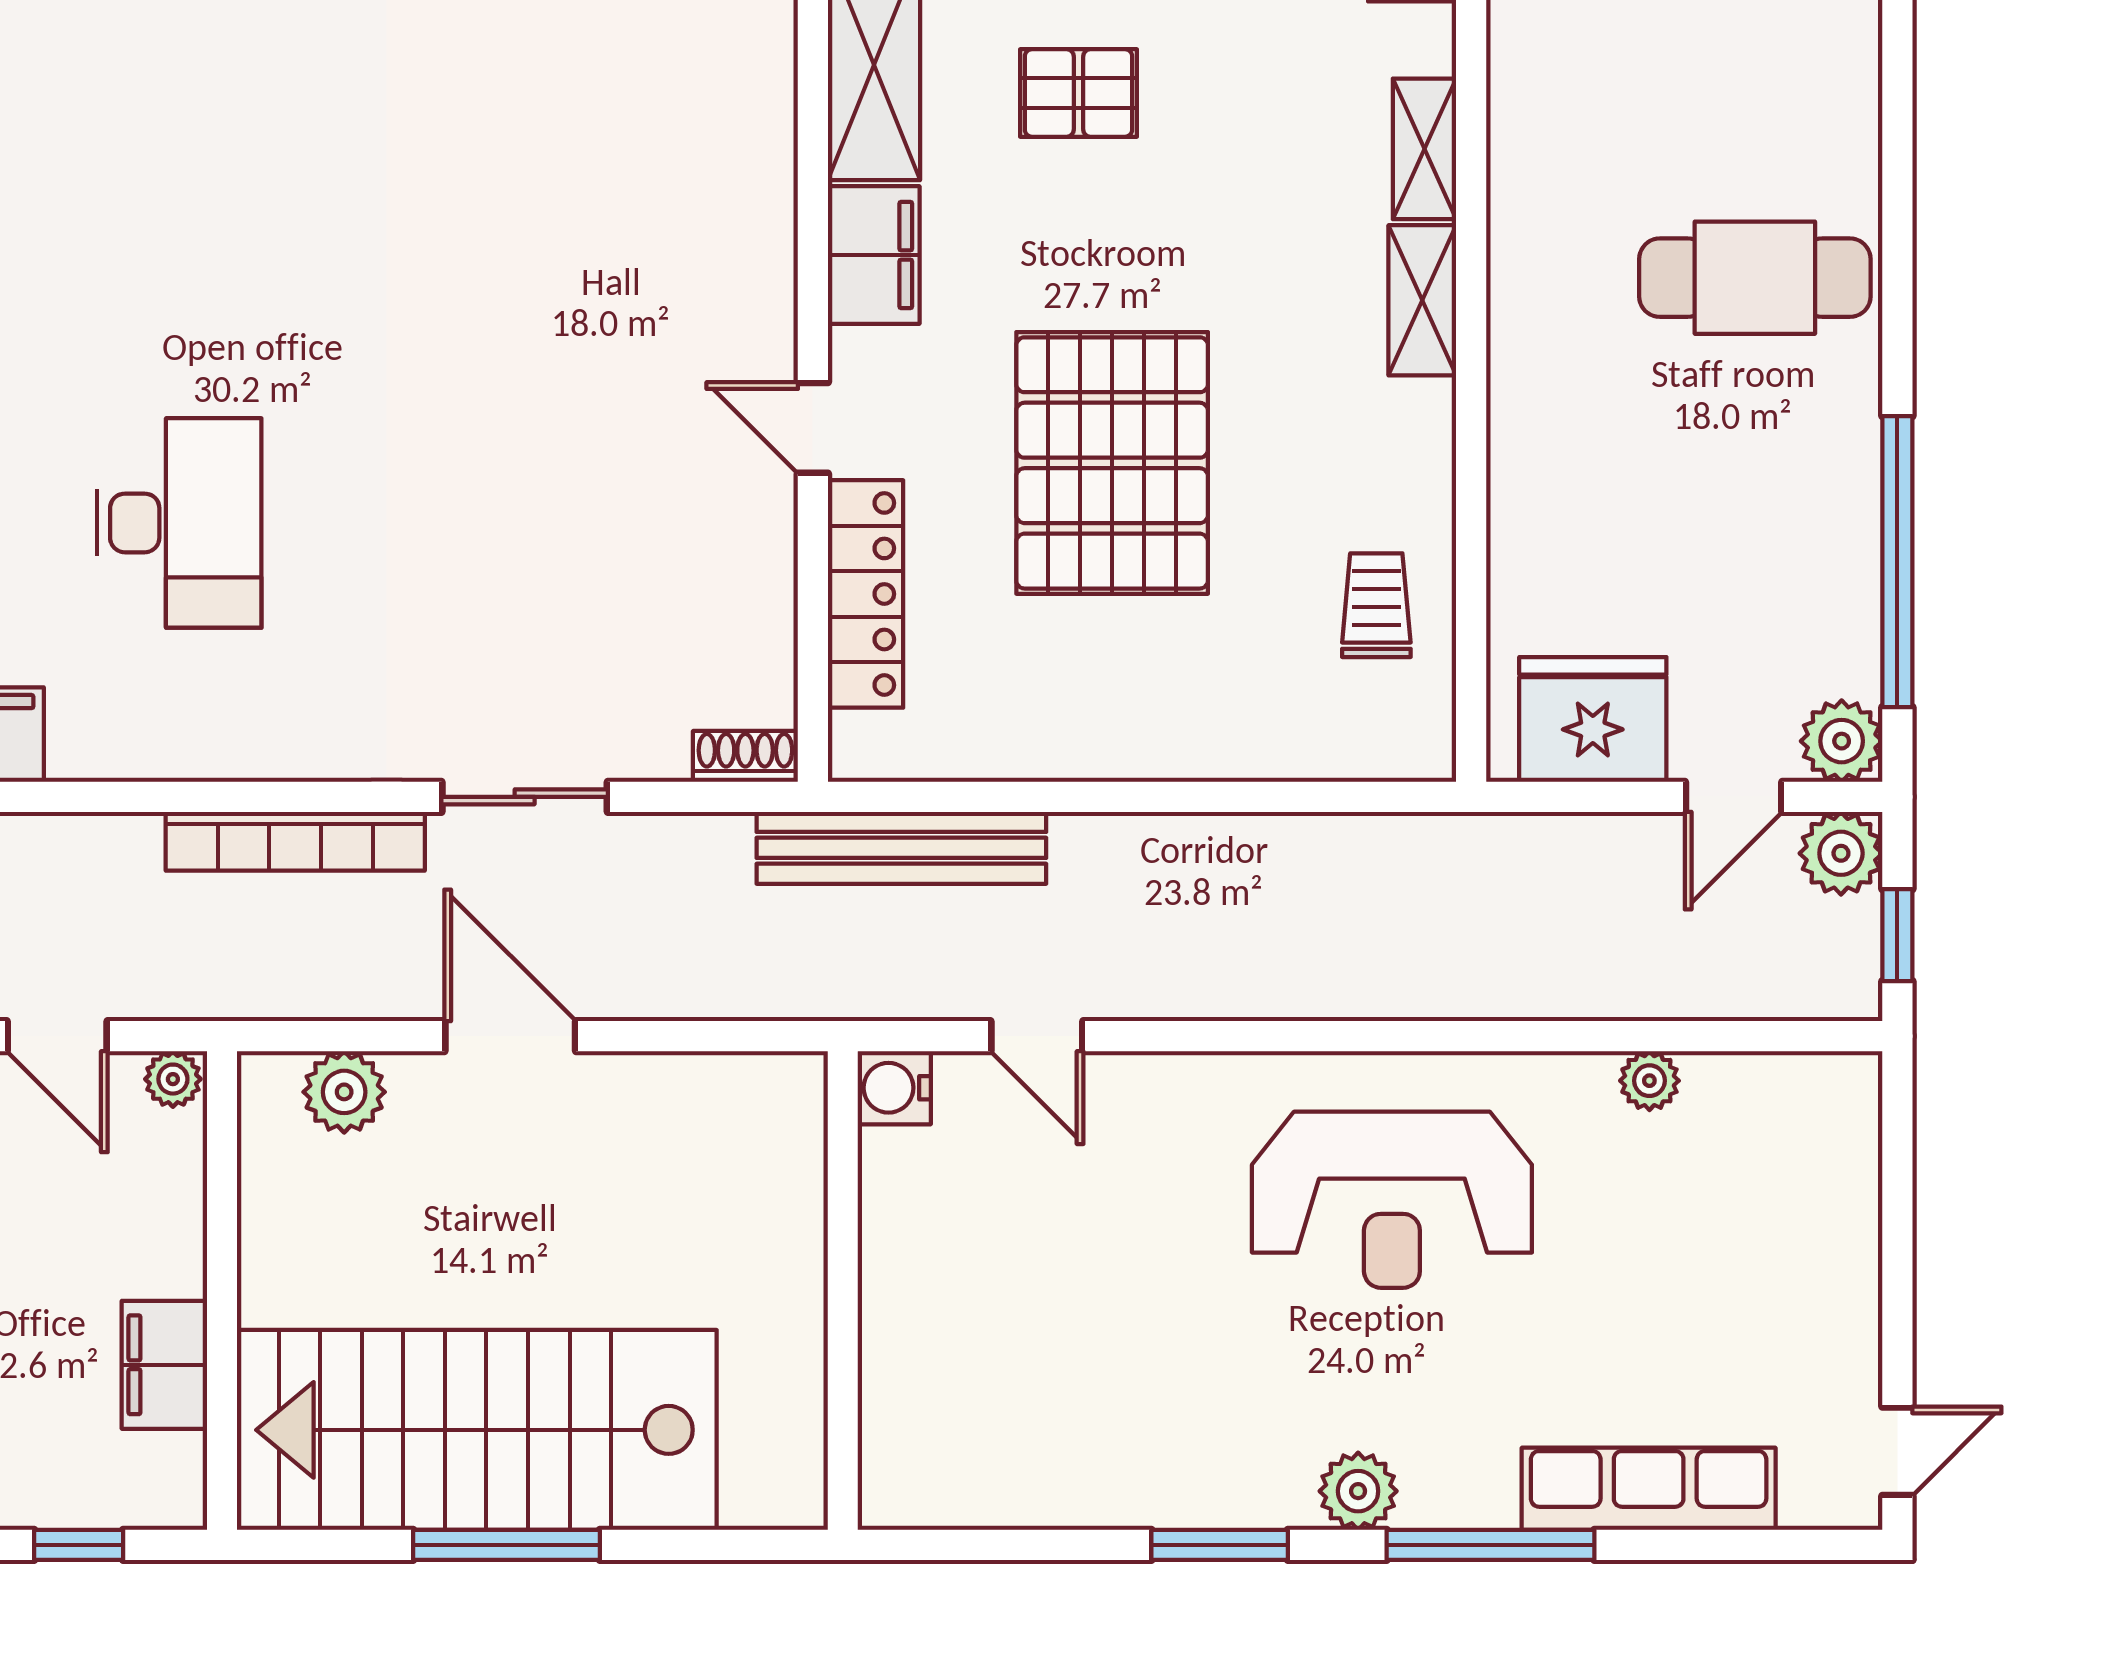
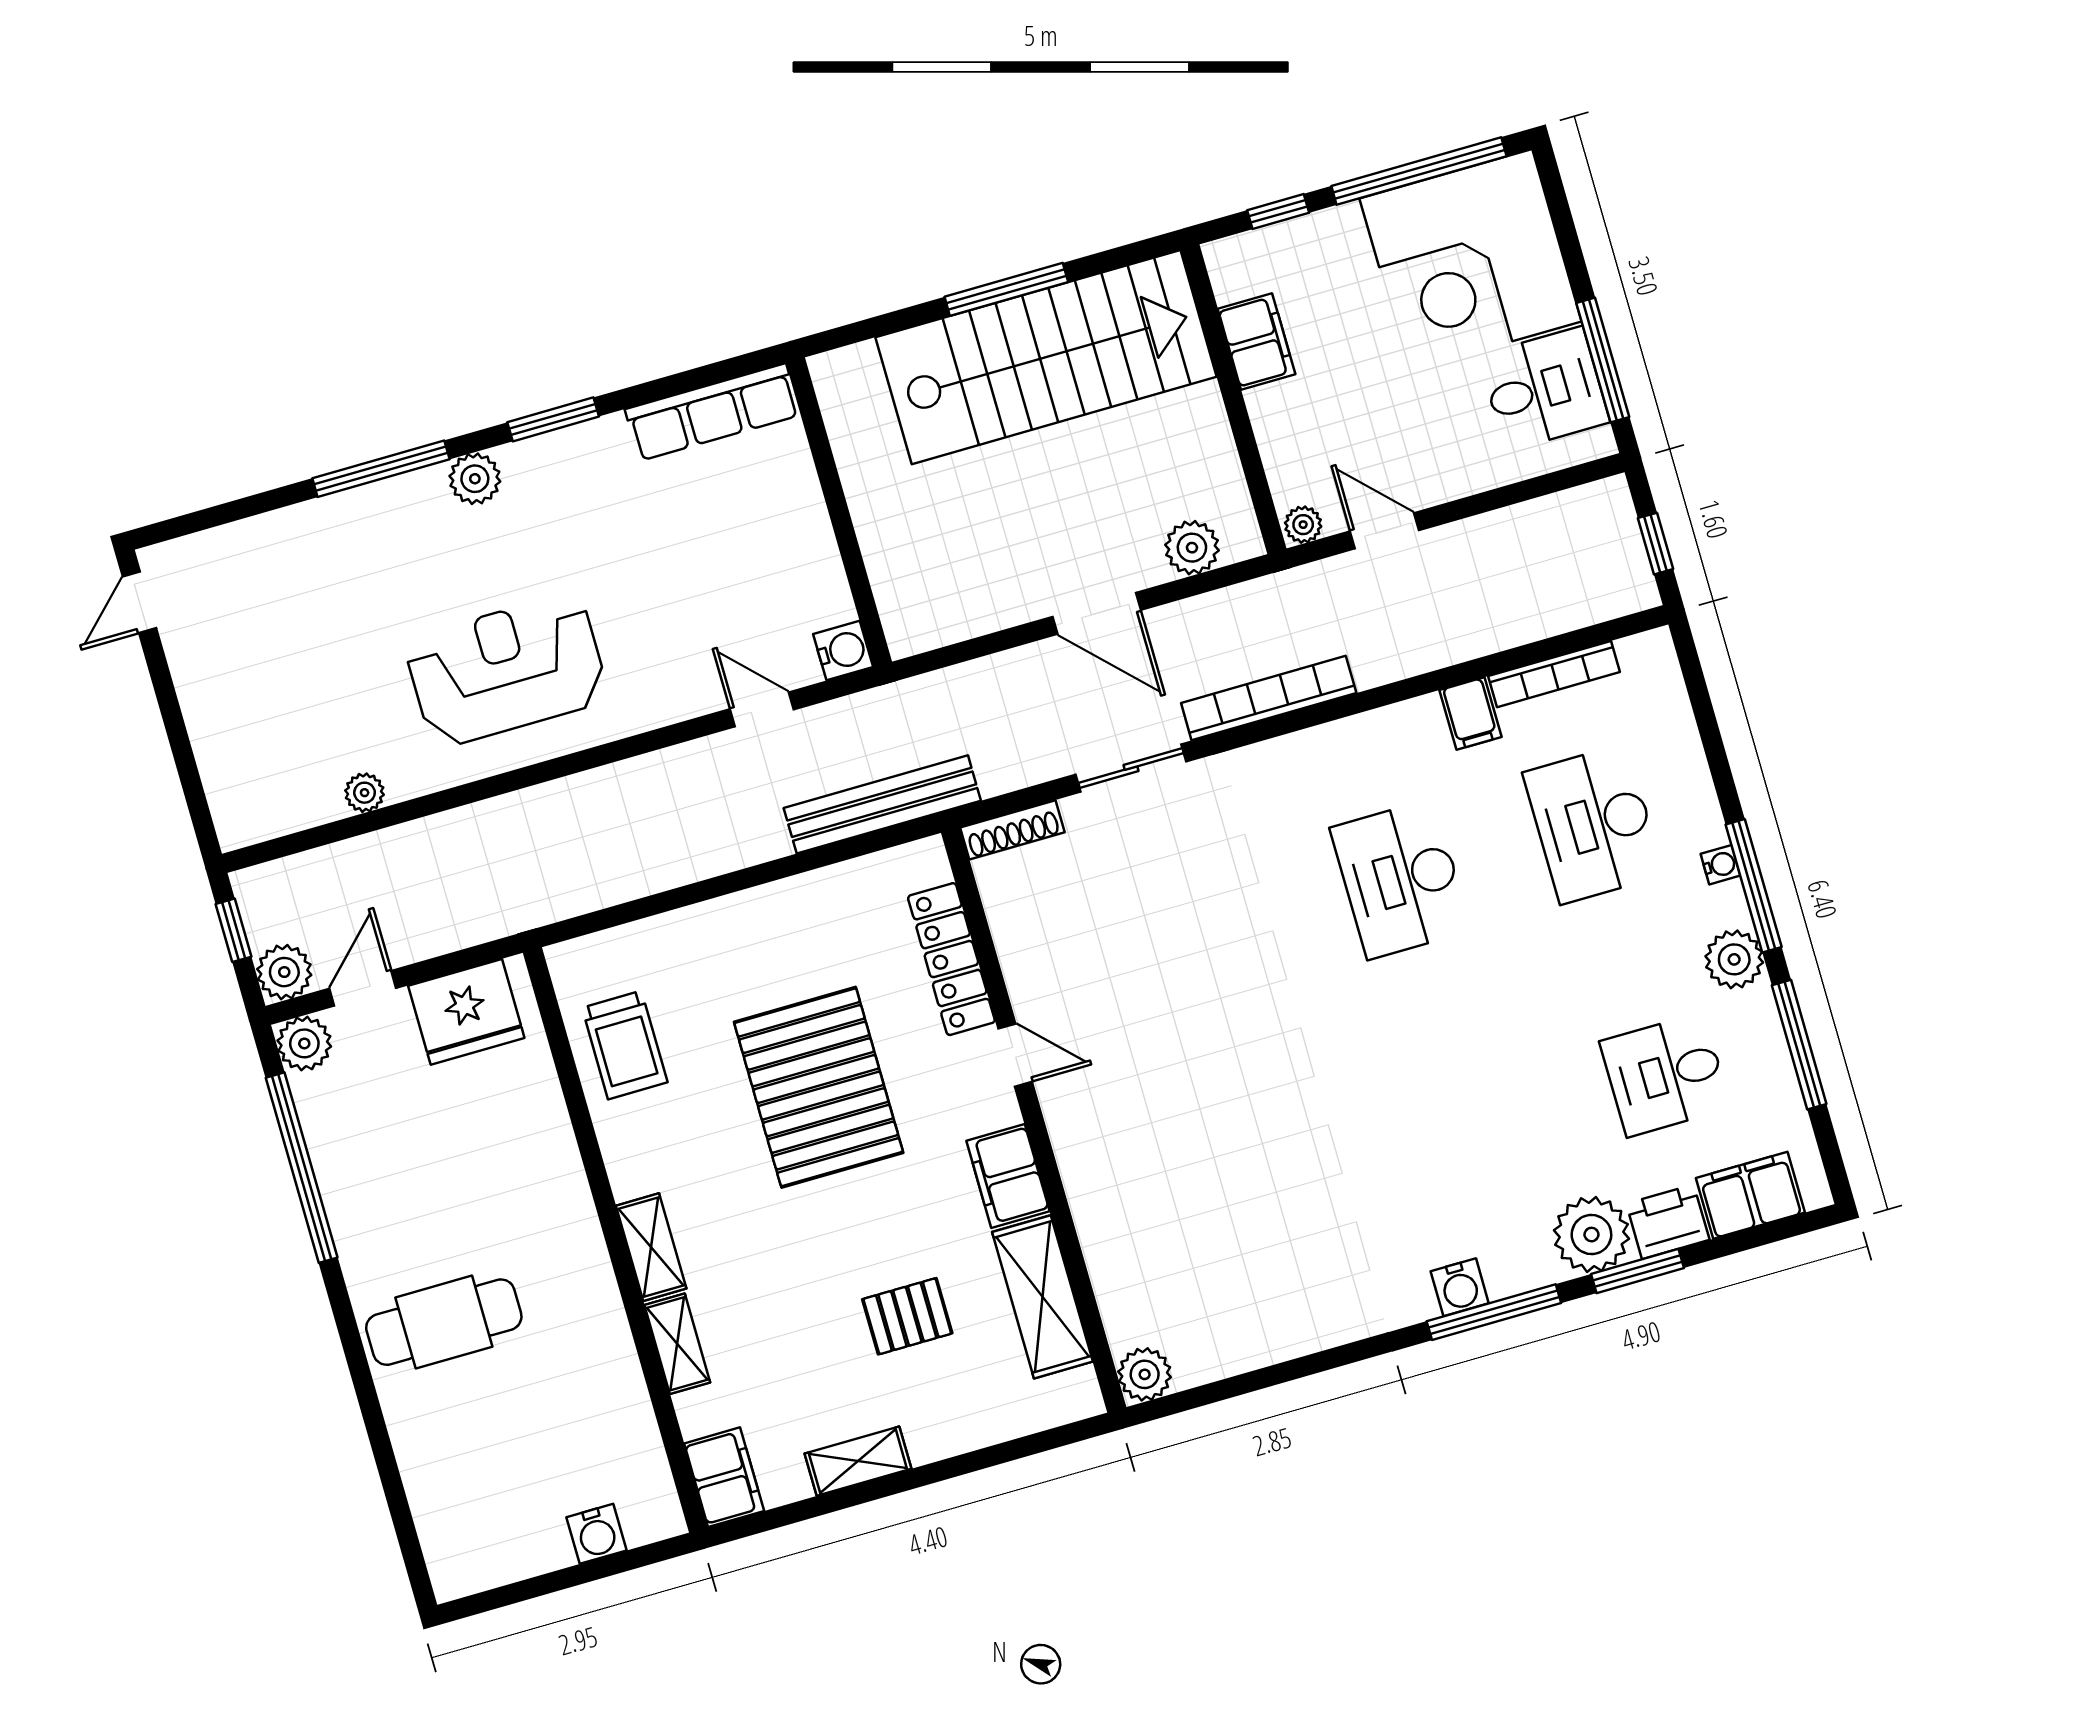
trolley: (1376, 605) -> (625, 1045), width x1.36, depth x1.39
shoe rack: (745, 756) -> (1012, 830), width x1.43
row of seats: (1649, 1489) -> (713, 412), moved

